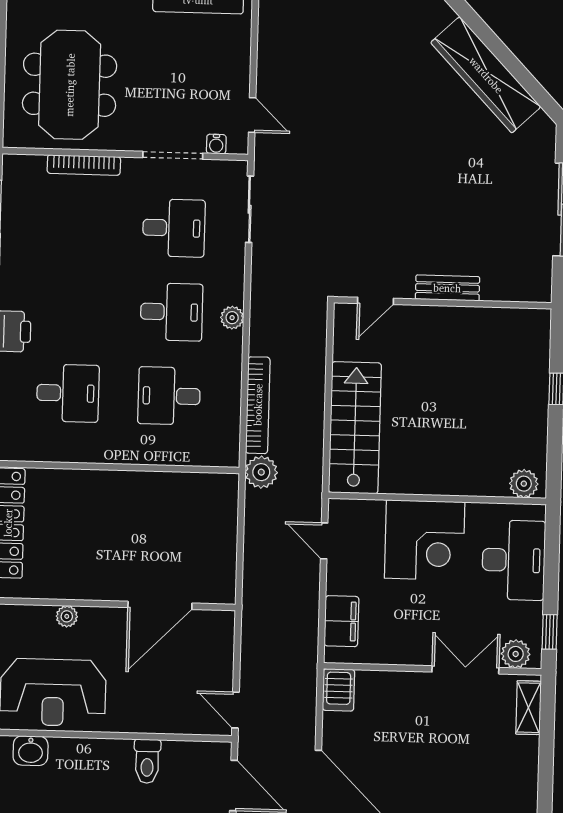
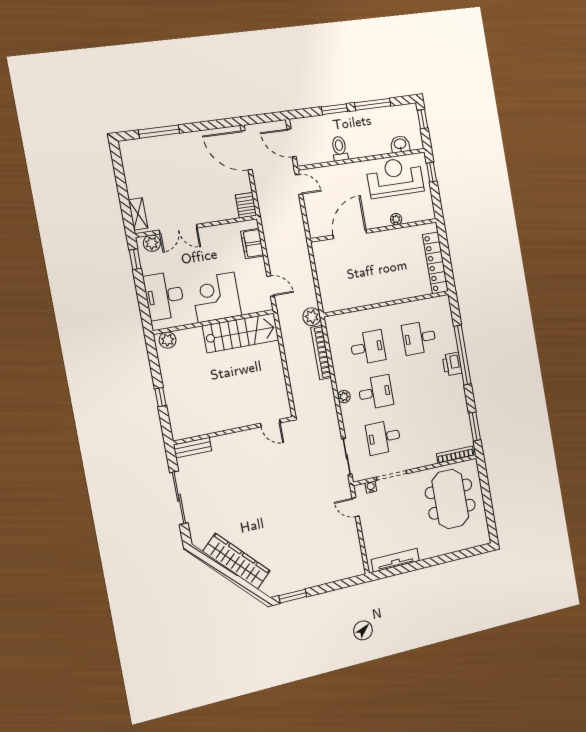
bookcase: (84, 165) -> (455, 455), moved
bench: (447, 288) -> (192, 448), moved
door: (375, 301) -> (270, 423), swing flipped
desk: (171, 312) -> (376, 392), turned 180
stairs: (355, 428) -> (241, 333), moved, turned -90

